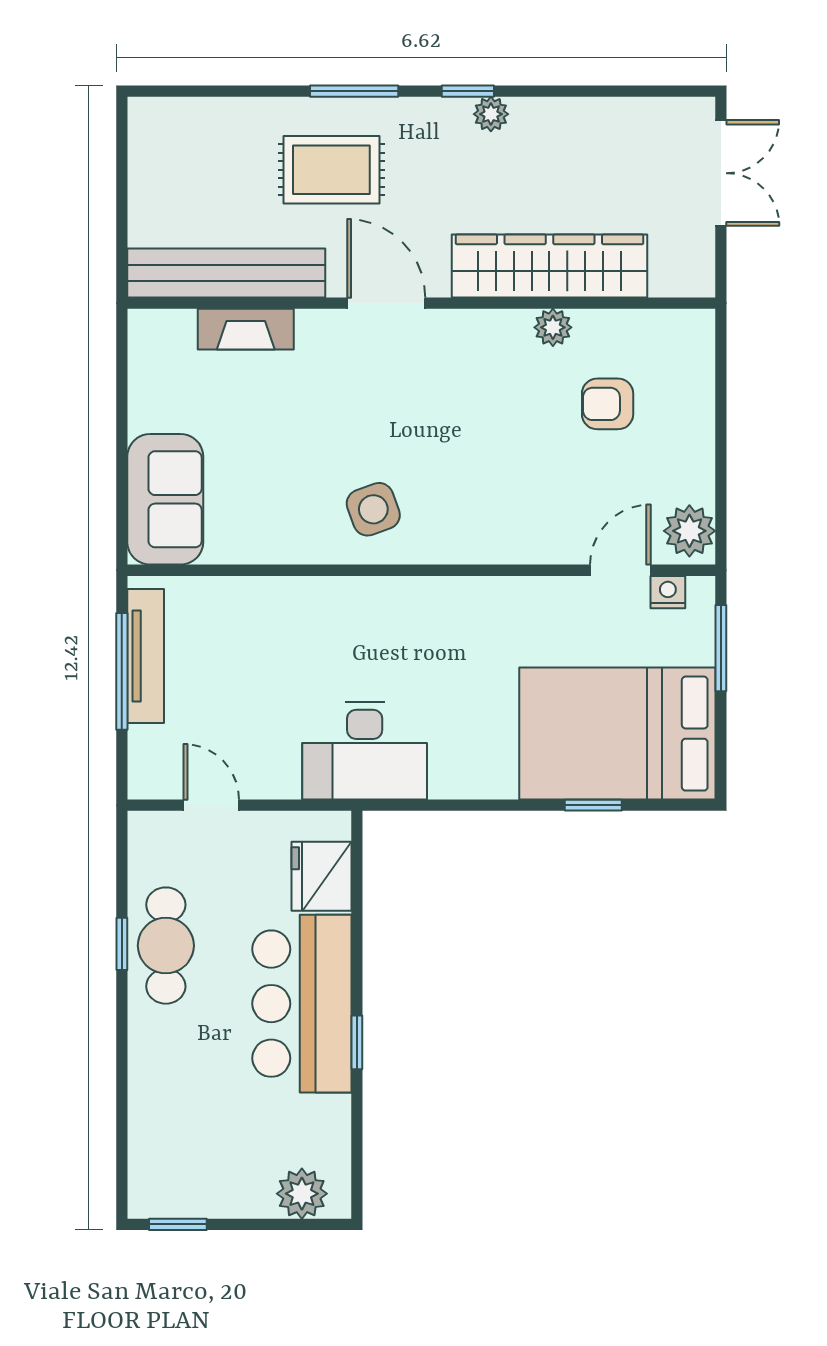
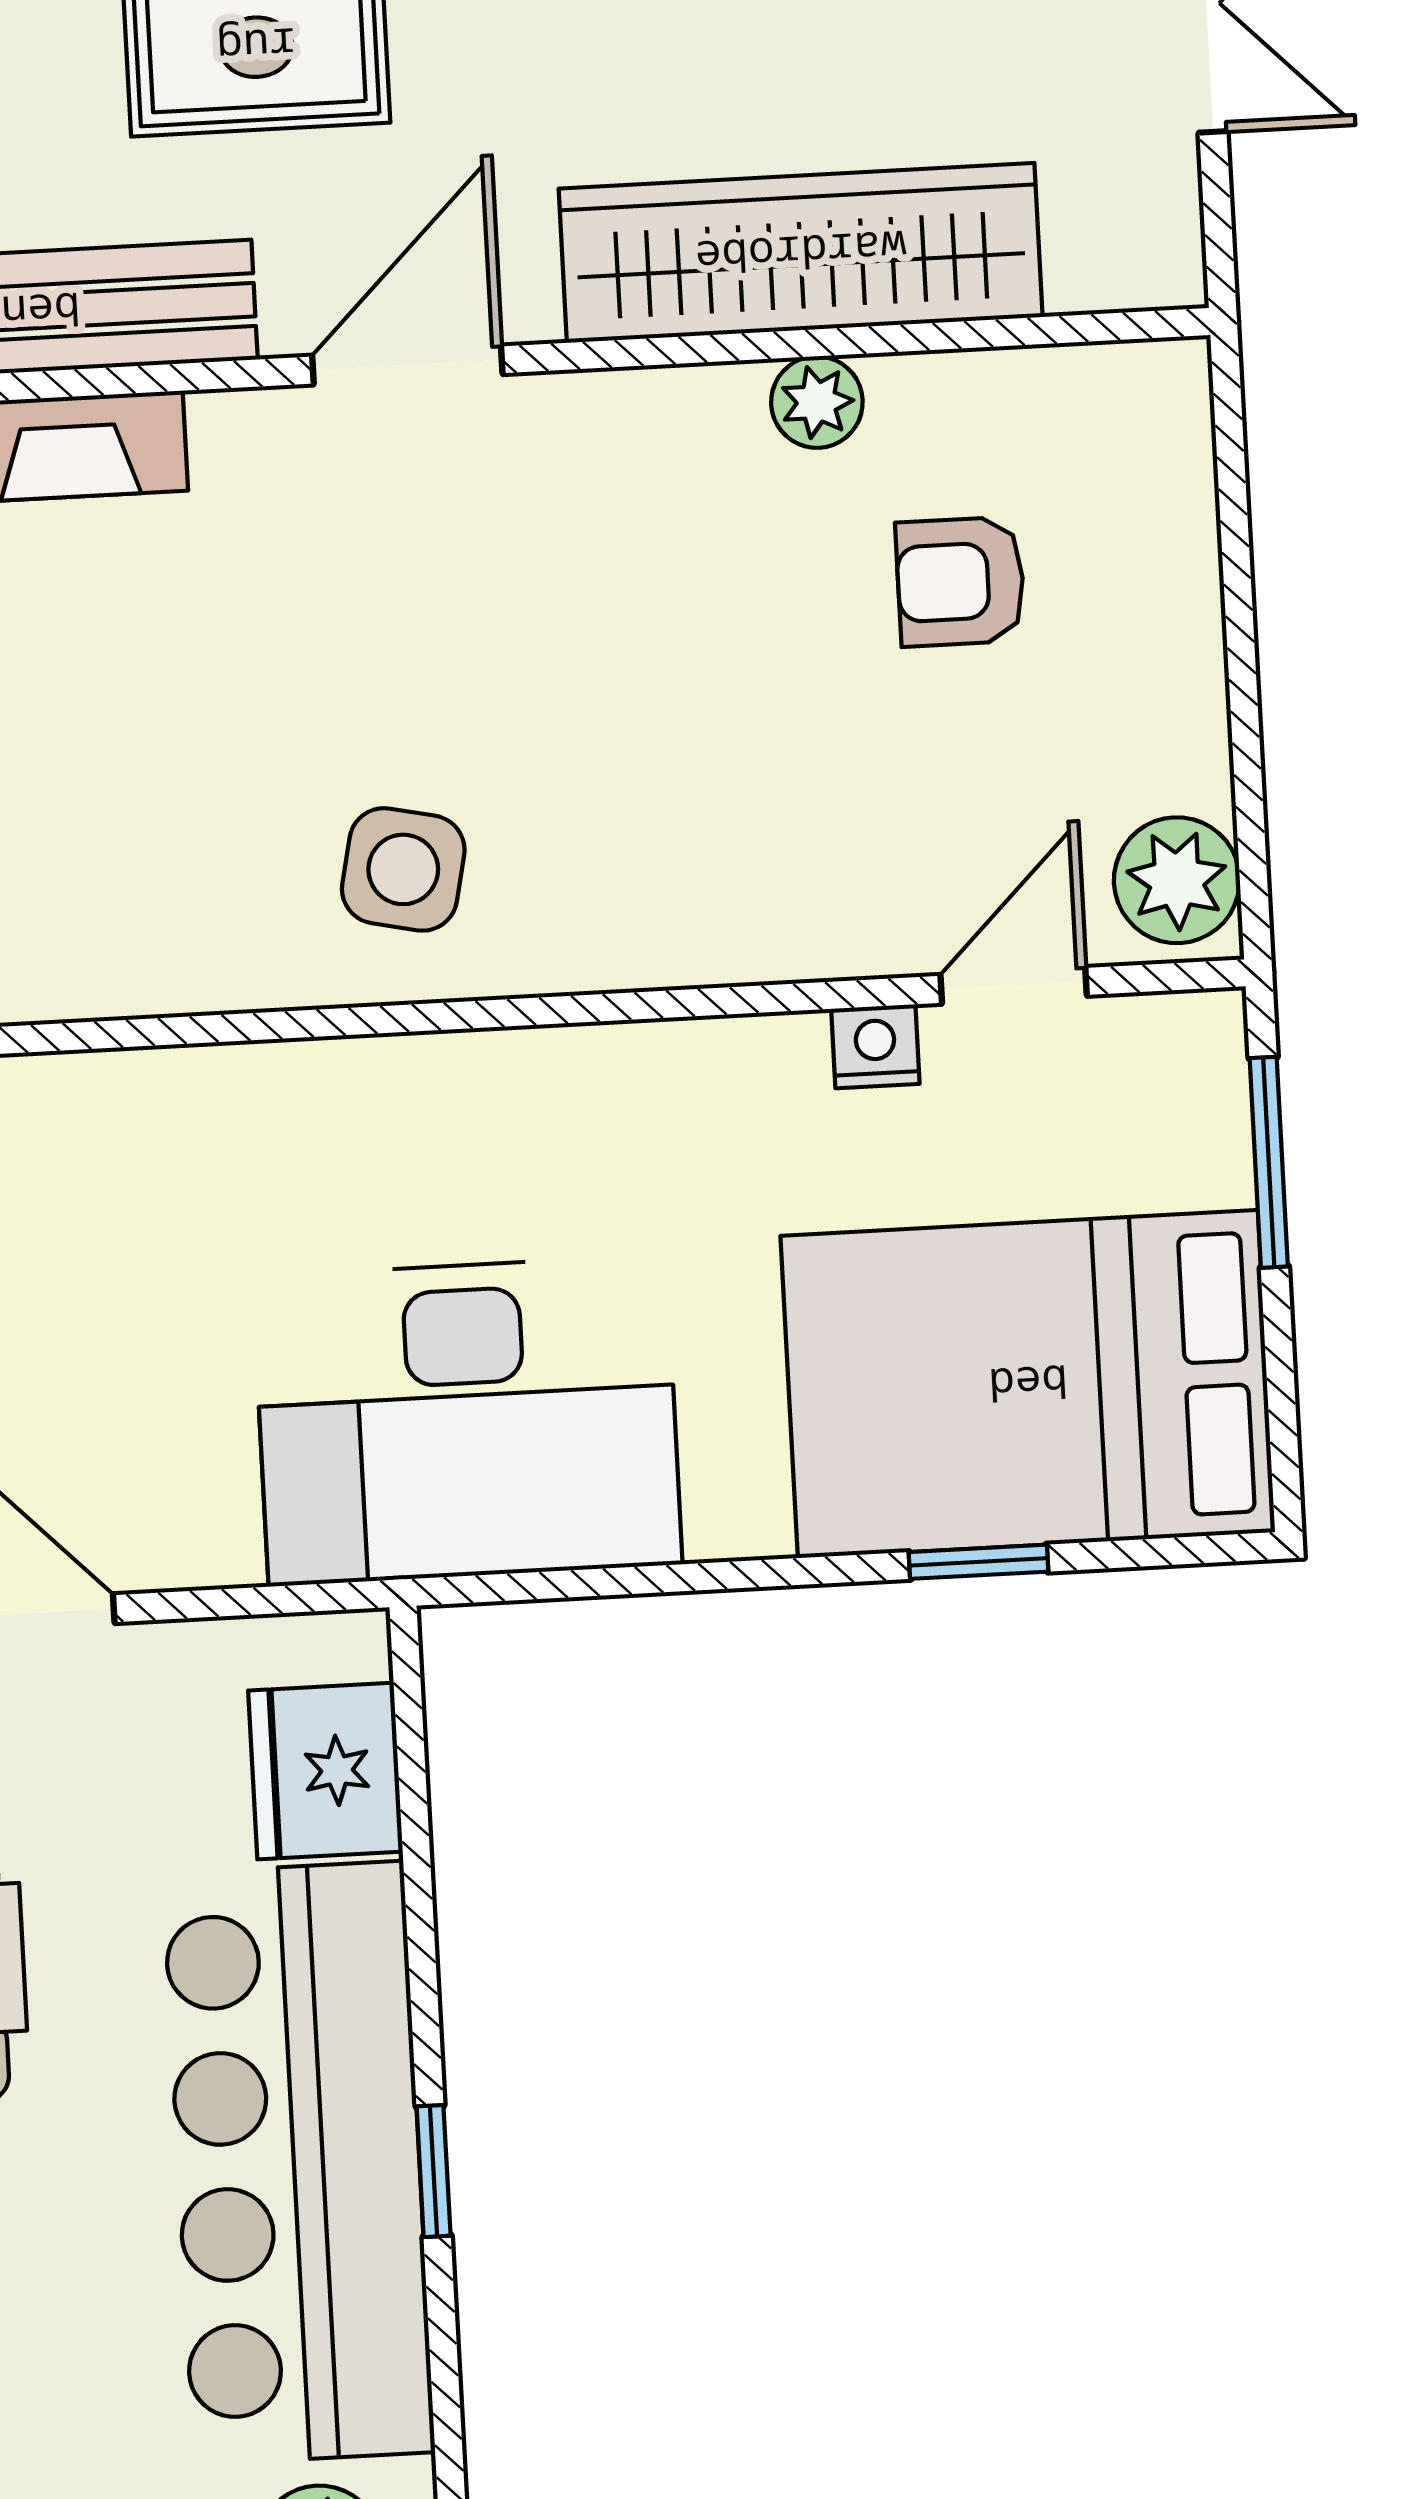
door: (386, 303) -> (407, 365), hinge flipped
side table: (373, 509) -> (403, 869), turned 32
nightstand: (668, 592) -> (875, 1046), moved
desk: (365, 751) -> (467, 1420), width x1.36, depth x1.30
bar counter: (302, 1004) -> (299, 2163), width x1.36

